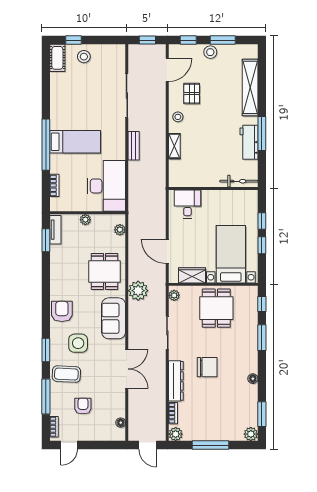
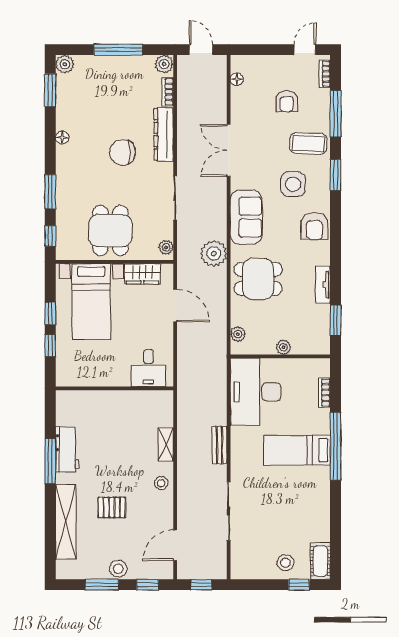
pallet: (192, 94) -> (112, 507), moved, turned 90
bicycle: (239, 181) -> (81, 398), removed
tv unit: (55, 230) -> (323, 285), moved
dining table: (104, 271) -> (258, 279), turned 90

